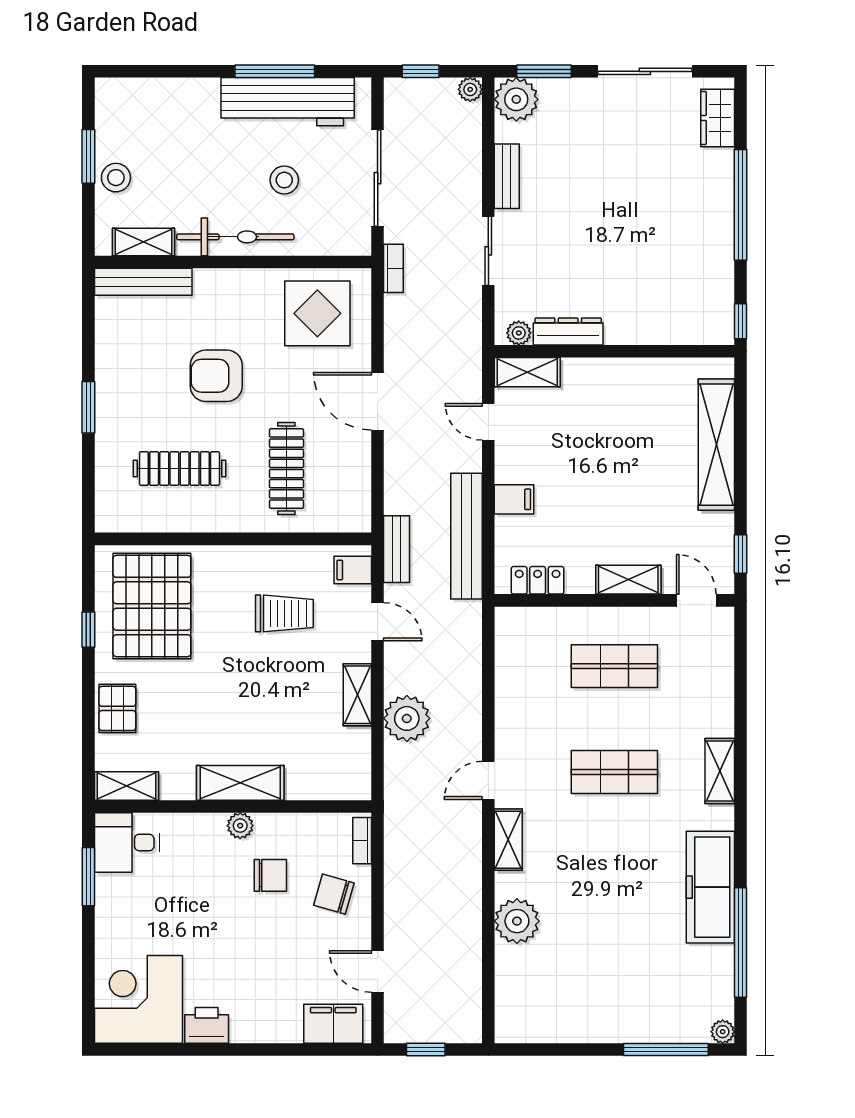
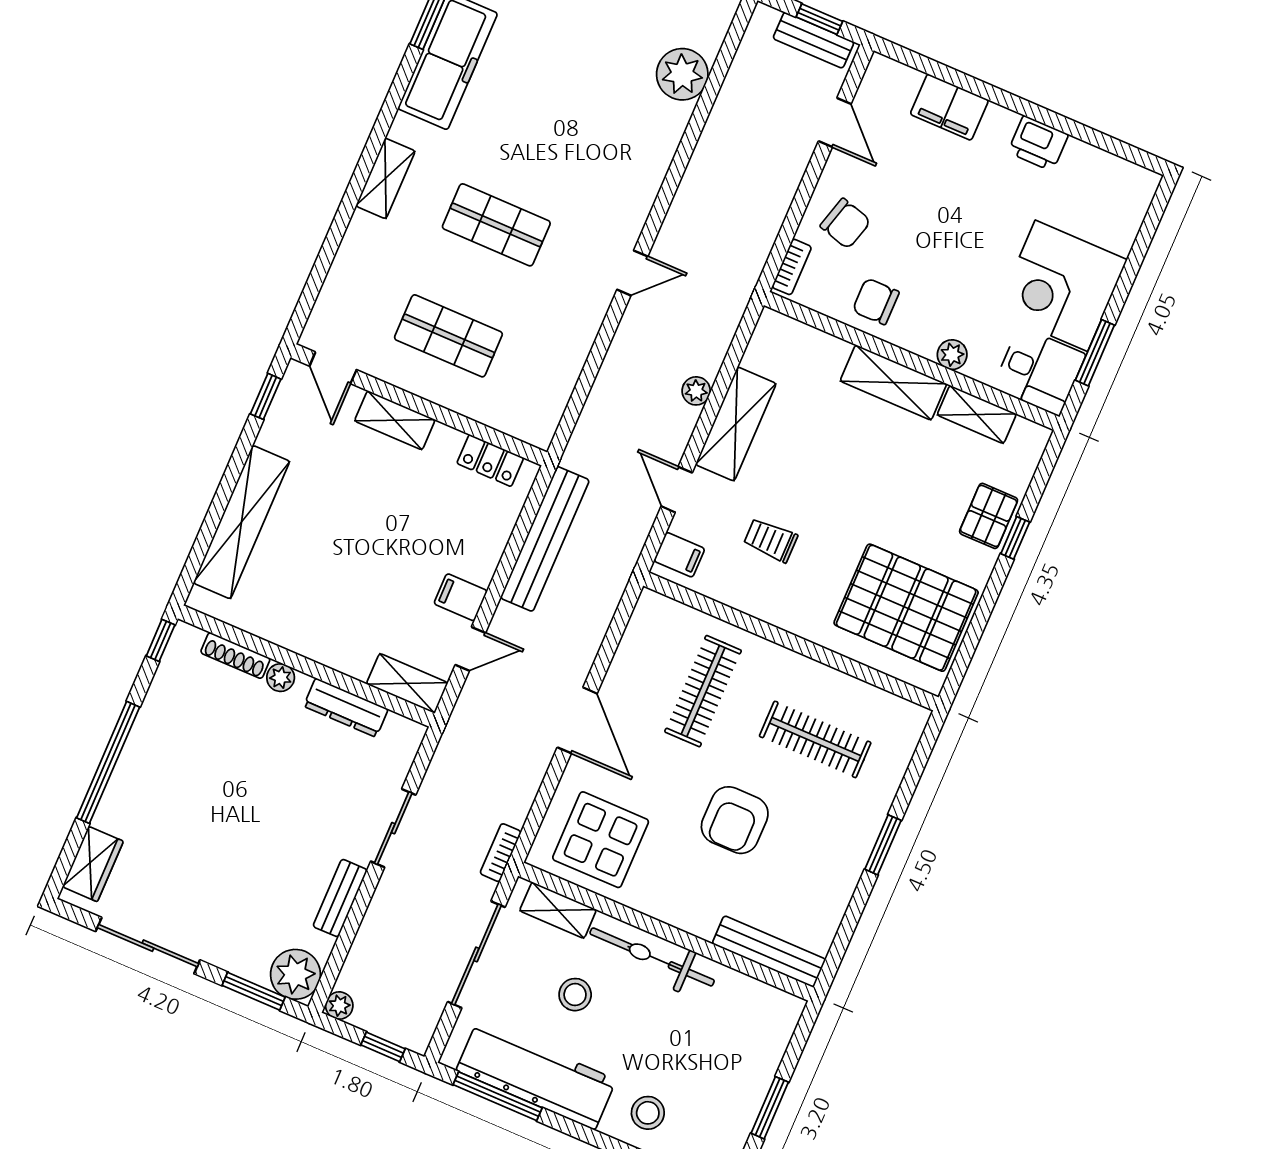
window: (275, 71) -> (498, 1096), moved
stool: (116, 178) -> (648, 1113), moved
shelving: (143, 242) -> (558, 910), moved
plant: (519, 333) -> (281, 678), moved
shoe rack: (675, 335) -> (235, 656), added
armchair: (216, 376) -> (735, 820), turned 90
door: (488, 422) -> (470, 649), hinge flipped
filing cabinet: (514, 499) -> (461, 597), moved
bench: (396, 549) -> (813, 40), moved, turned 90
pallet: (152, 606) -> (906, 608), turned 90
trolley: (284, 613) -> (771, 540), width x0.73, depth x0.72
window: (88, 630) -> (1015, 538), moved
shelving: (357, 695) -> (736, 424), width x1.50, depth x1.33
plant: (407, 718) -> (696, 391), width x0.53, depth x0.53
shelving: (126, 786) -> (977, 414), moved
plant: (240, 826) -> (952, 355), moved
shelving: (508, 840) -> (638, 202), removed
chair: (270, 875) -> (876, 301), moved
plant: (517, 921) -> (682, 74), moved
corner desk: (139, 999) -> (1061, 286), moved, turned 90
filing cabinet: (333, 1024) -> (949, 107), moved

